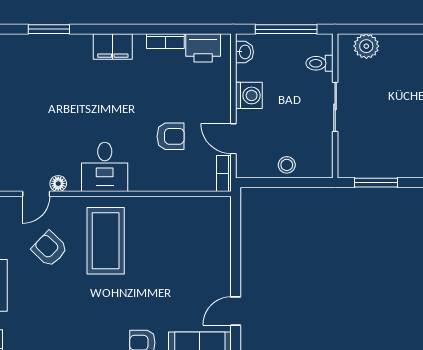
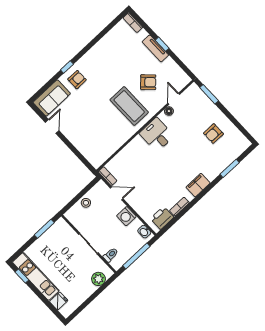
armchair: (171, 136) -> (213, 134), moved

